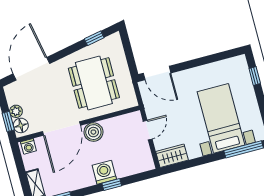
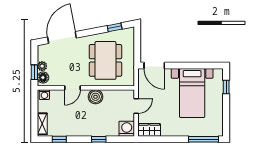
bed with nightstands: (221, 118) -> (192, 93), moved, turned 180
door: (61, 128) -> (72, 88), width x0.53
washing machine: (104, 172) -> (127, 129), moved

